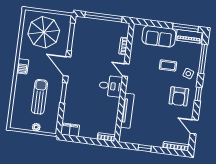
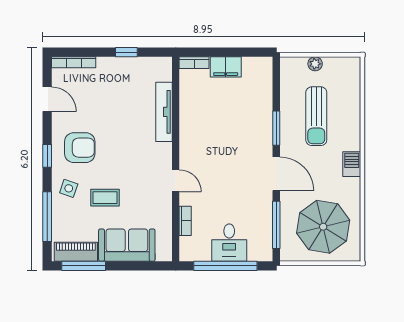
desk: (111, 86) -> (229, 243), moved, turned -90
armchair: (179, 96) -> (80, 148), turned 90
filing cabinet: (70, 130) -> (226, 67), moved

